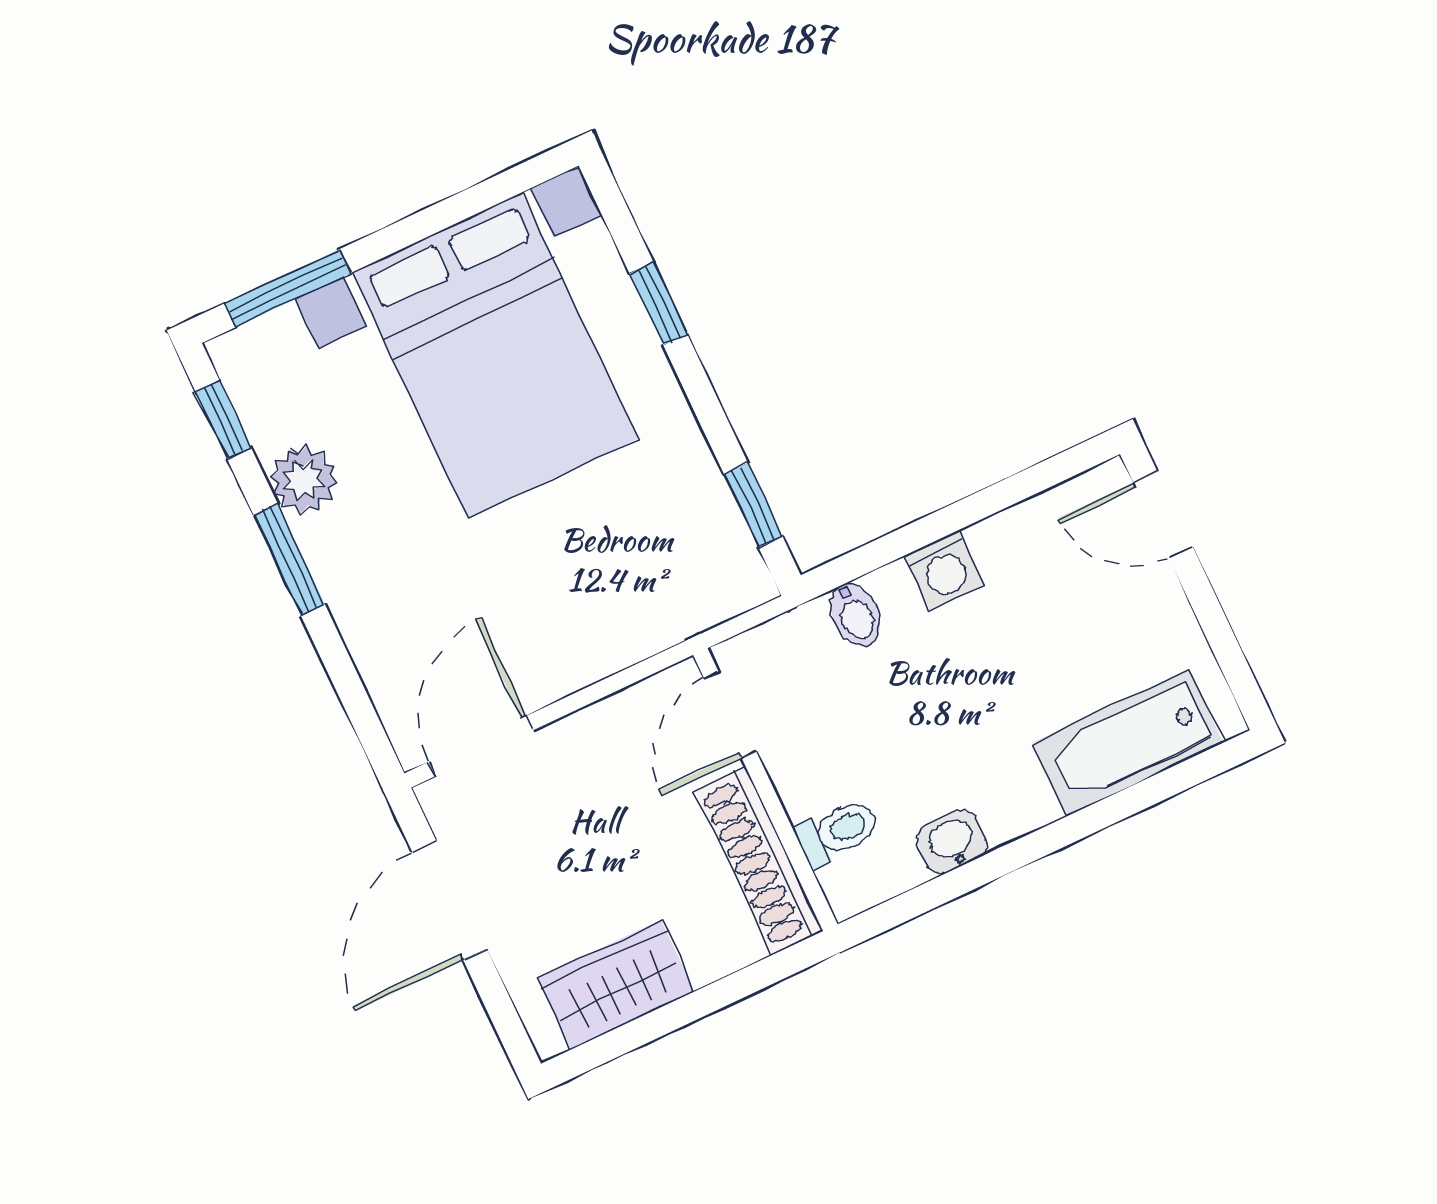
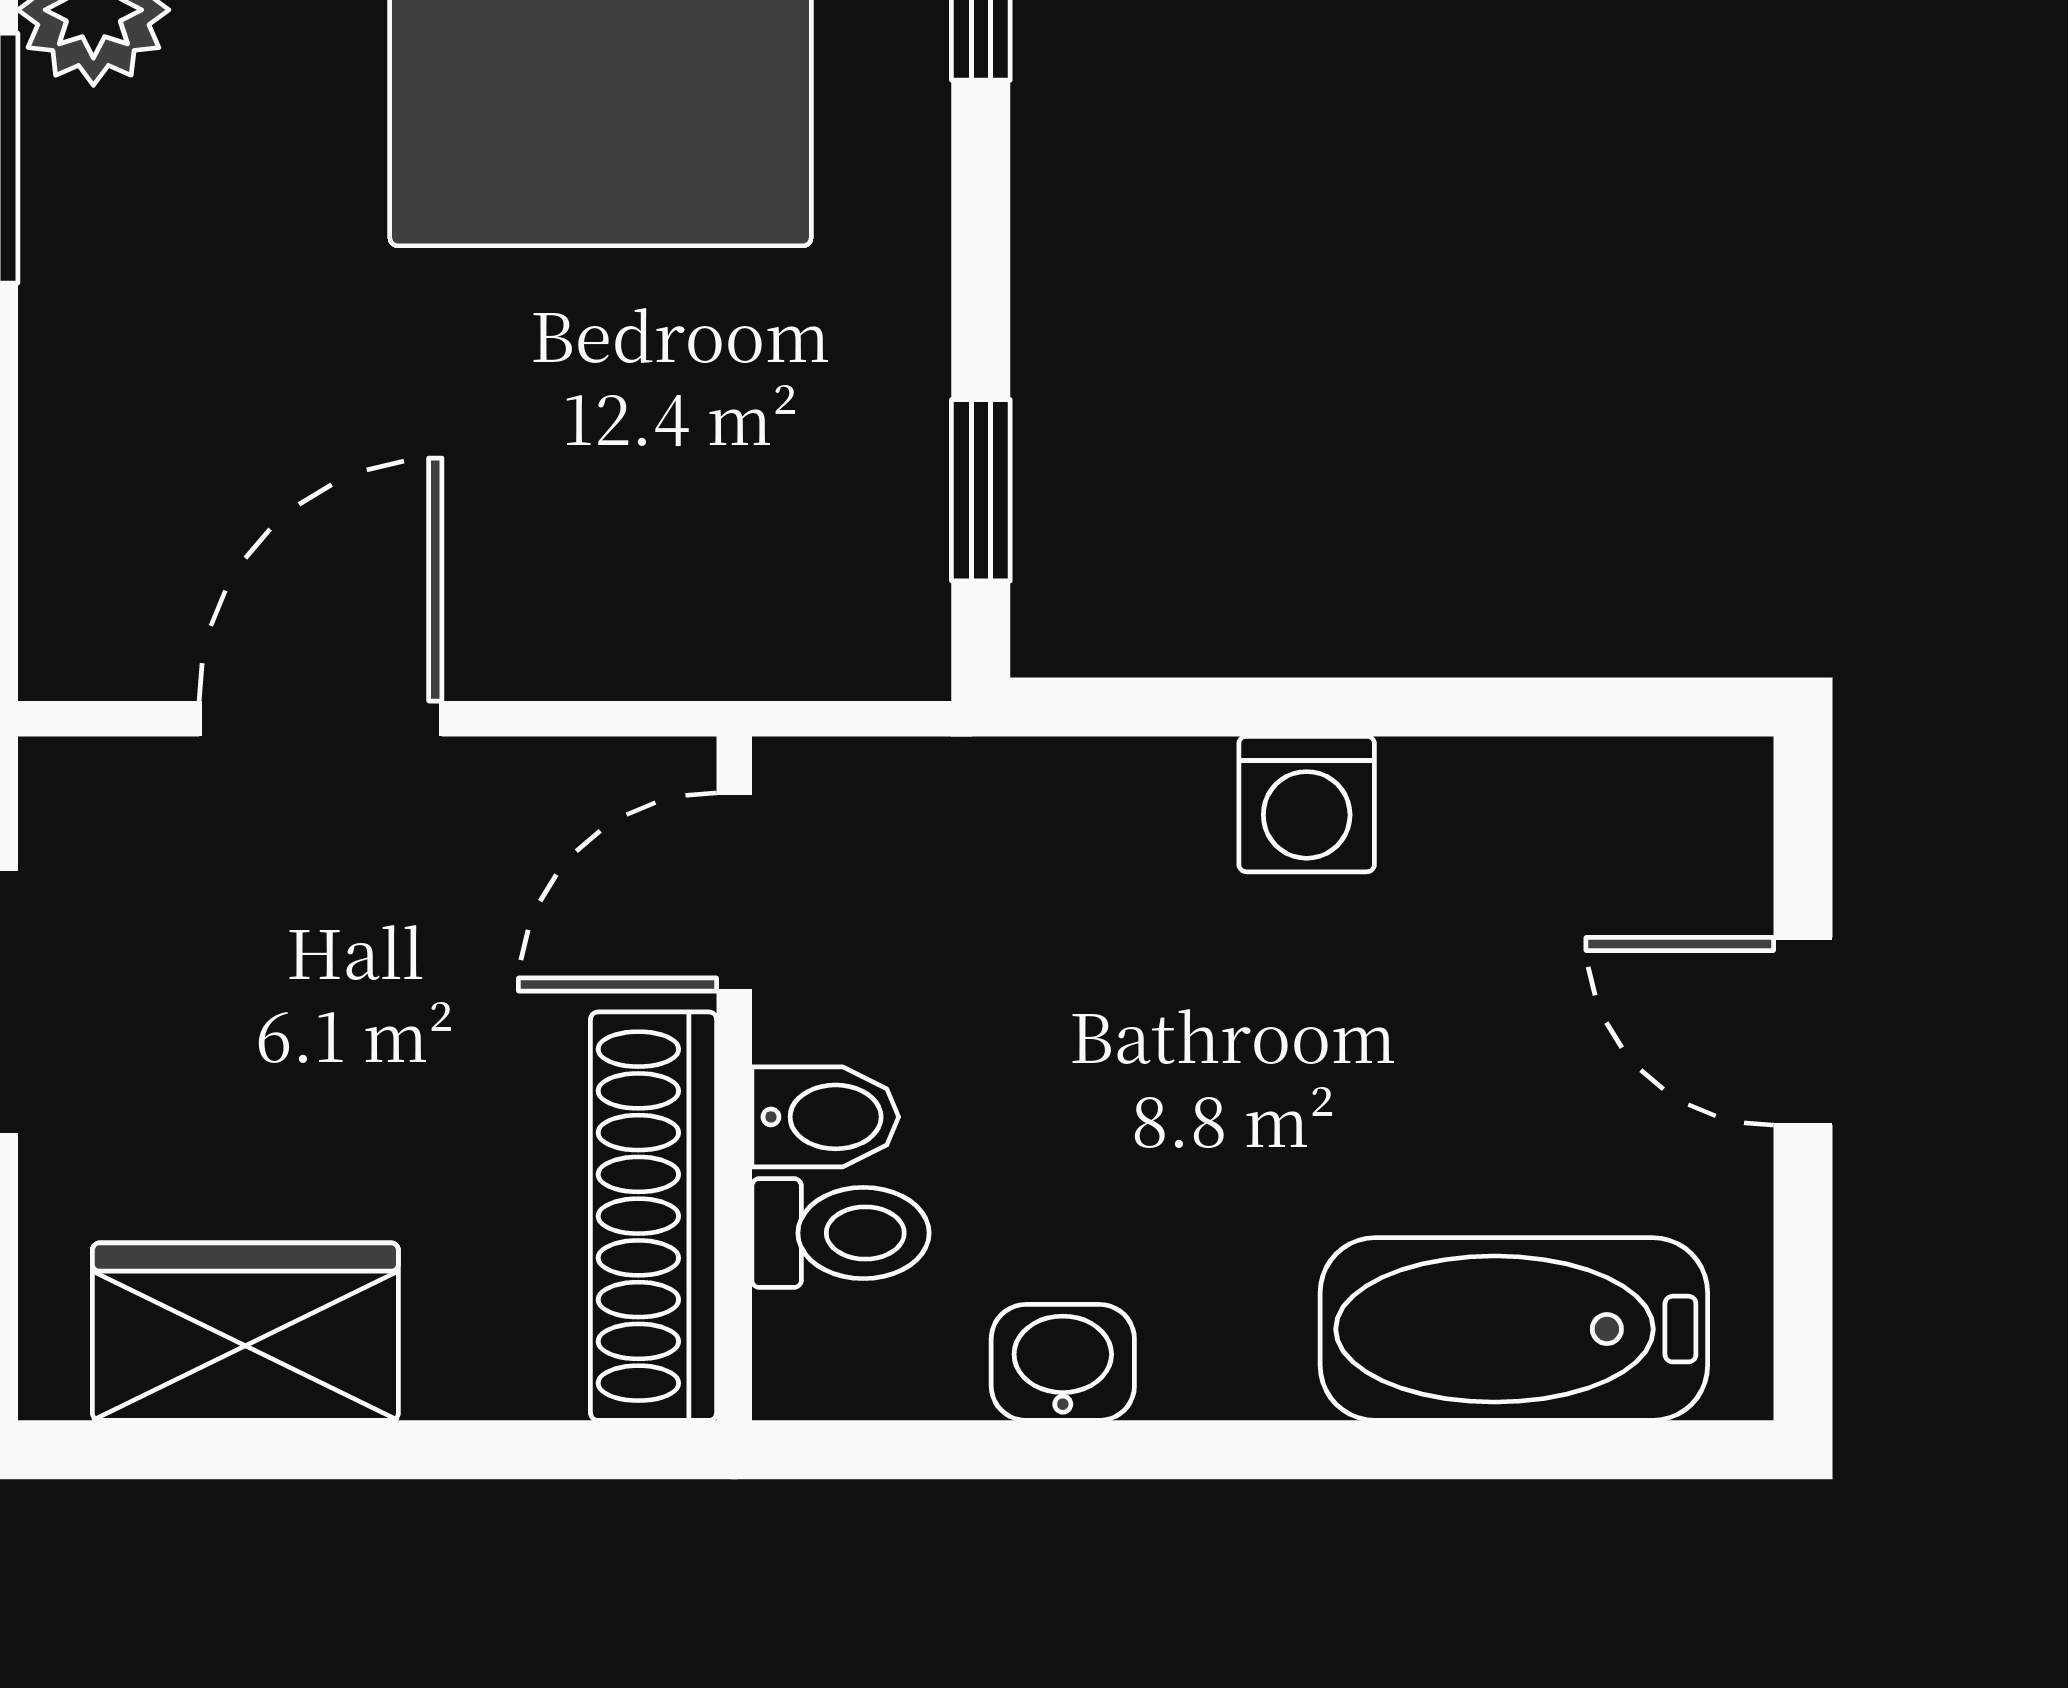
door: (1163, 515) -> (1803, 1031), moved
bidet: (855, 615) -> (825, 1117), moved, turned -90
door: (481, 746) -> (320, 719), moved

